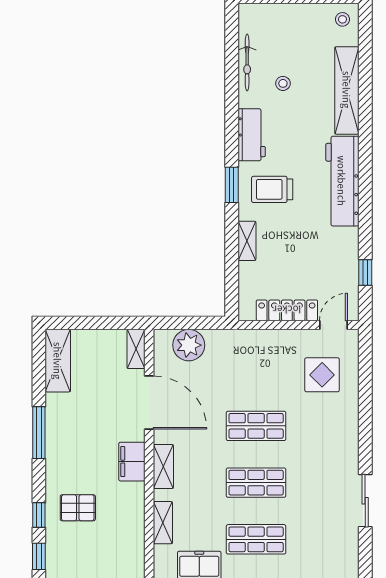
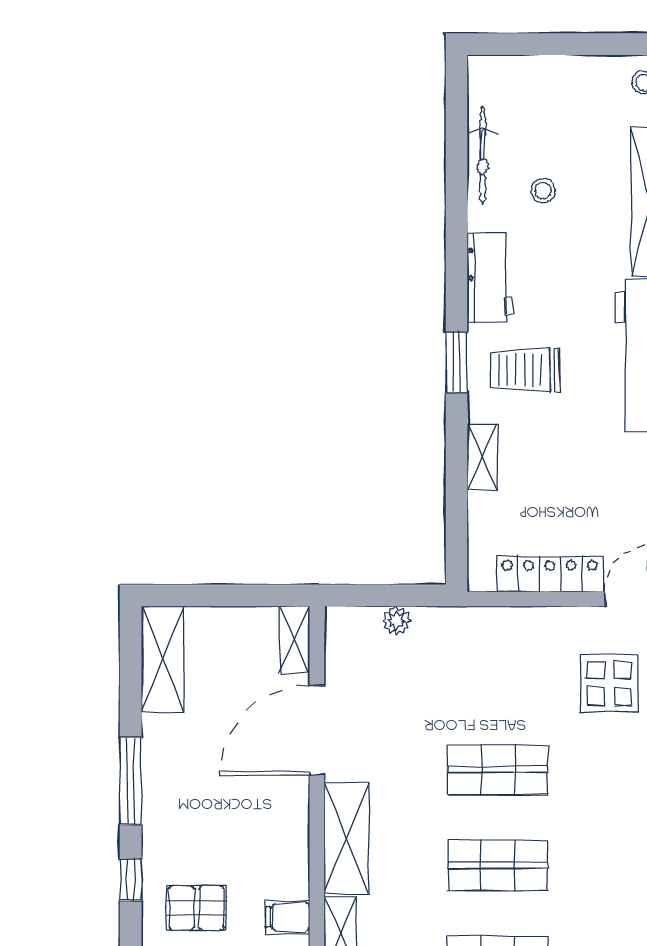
plant: (189, 345) -> (396, 621), width x0.53, depth x0.53
door: (149, 403) -> (317, 730), swing flipped
filing cabinet: (132, 462) -> (288, 917), moved, width x0.50
shelving: (163, 466) -> (346, 838), width x1.50, depth x1.33
window: (39, 515) -> (131, 880), moved

